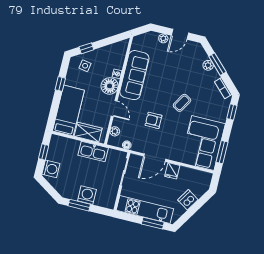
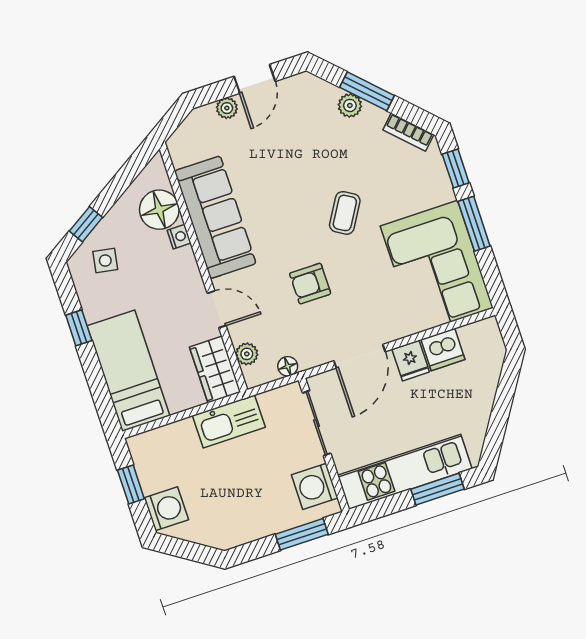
floor lamp: (110, 86) -> (159, 210), moved
wardrobe: (88, 132) -> (215, 370), moved, turned -90
window: (222, 152) -> (474, 224), moved
washing machine: (87, 195) -> (315, 486), moved, turned -90
dishwasher: (188, 200) -> (443, 349), moved, turned -122
window: (79, 205) -> (302, 534), moved

